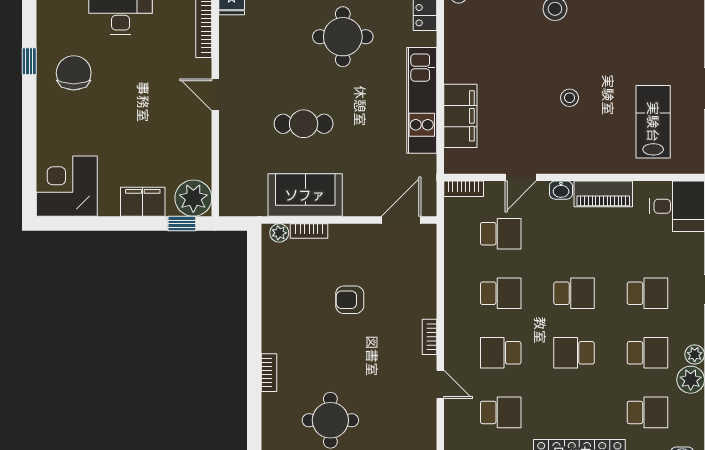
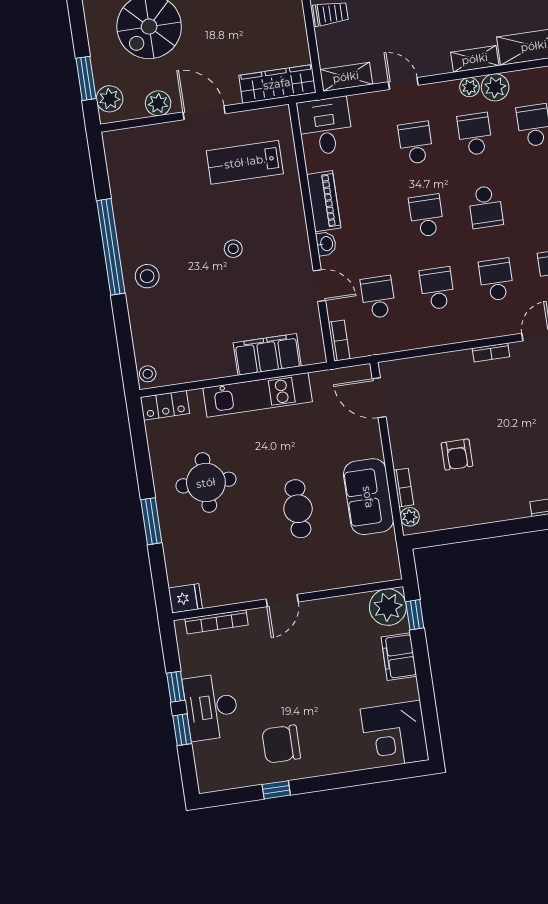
armchair: (350, 300) -> (457, 455), moved
school desk: (501, 353) -> (496, 280), turned 180

